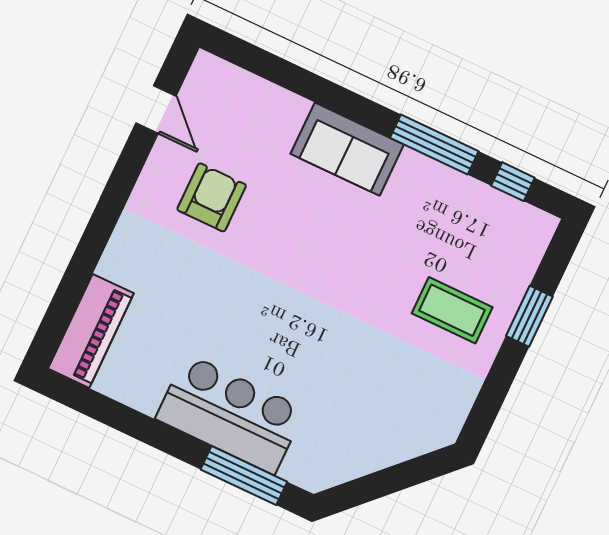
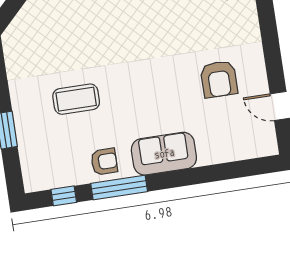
armchair: (431, 191) -> (104, 162), added
coffee table: (452, 310) -> (76, 99), moved

